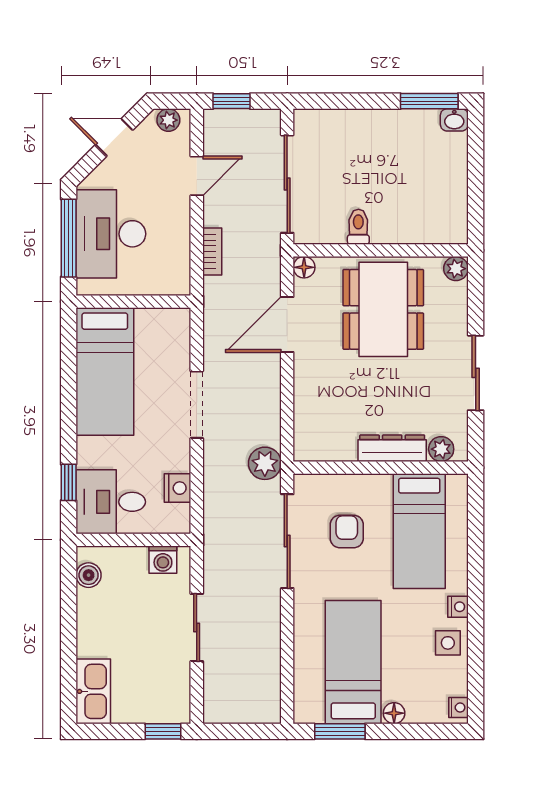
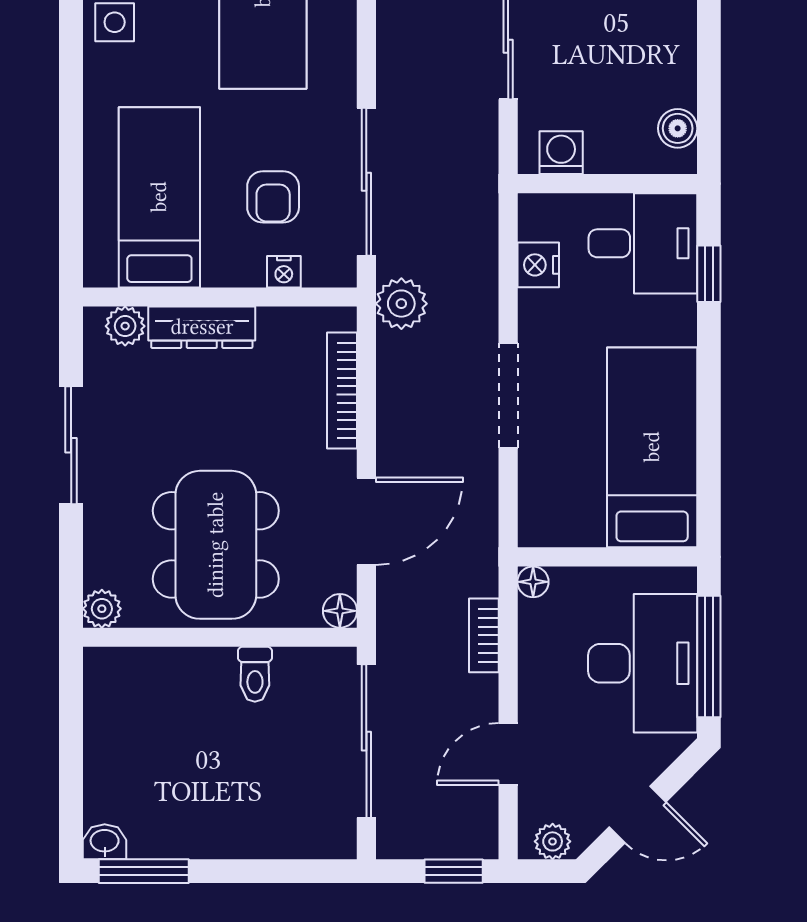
floor lamp: (181, 286) -> (533, 582), added
bookcase: (303, 408) -> (342, 390), added
nightstand: (458, 607) -> (284, 272), moved, turned -90

